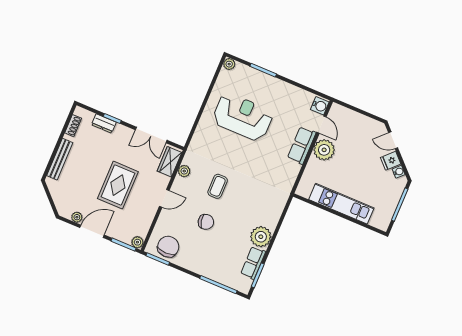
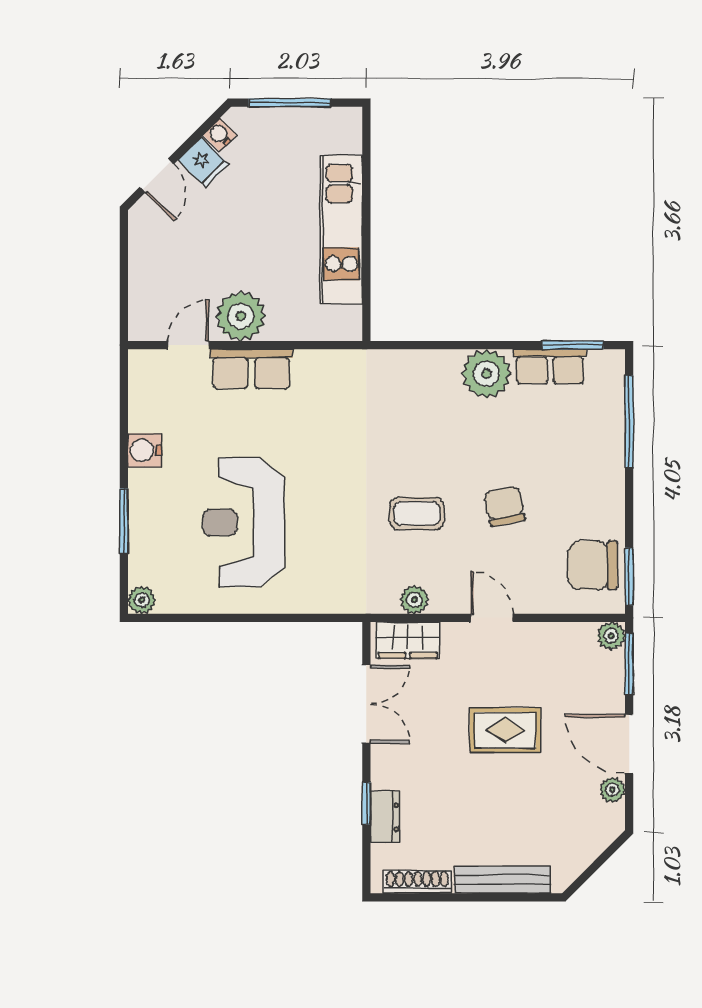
water cooler: (320, 106) -> (145, 450), moved, turned -90
shoe rack: (73, 126) -> (418, 882), width x1.43
rug: (118, 185) -> (505, 730), width x0.73, depth x0.70

